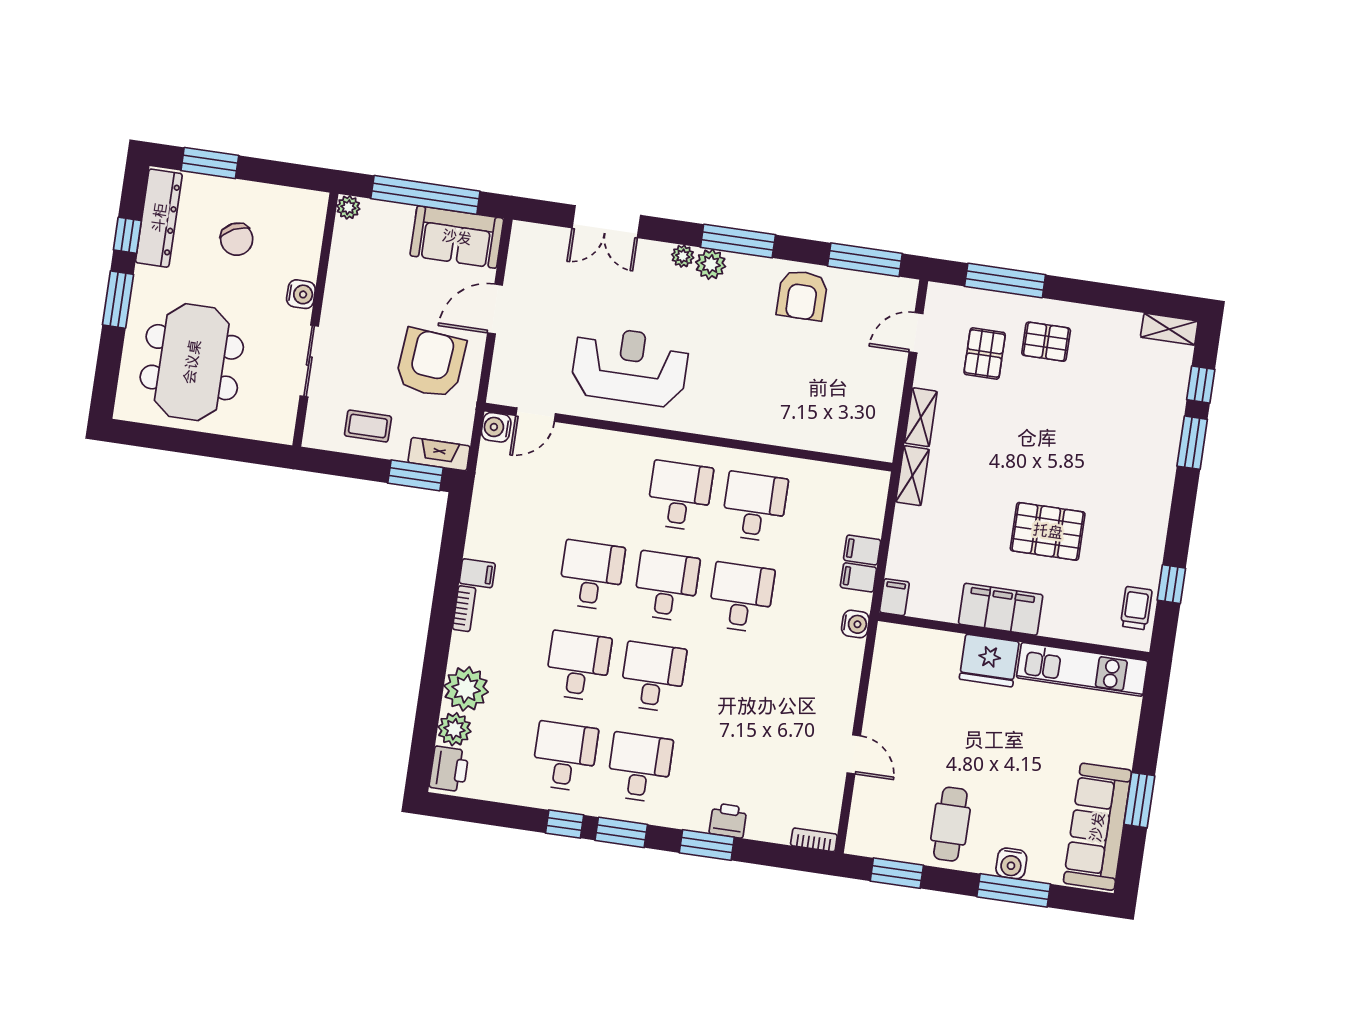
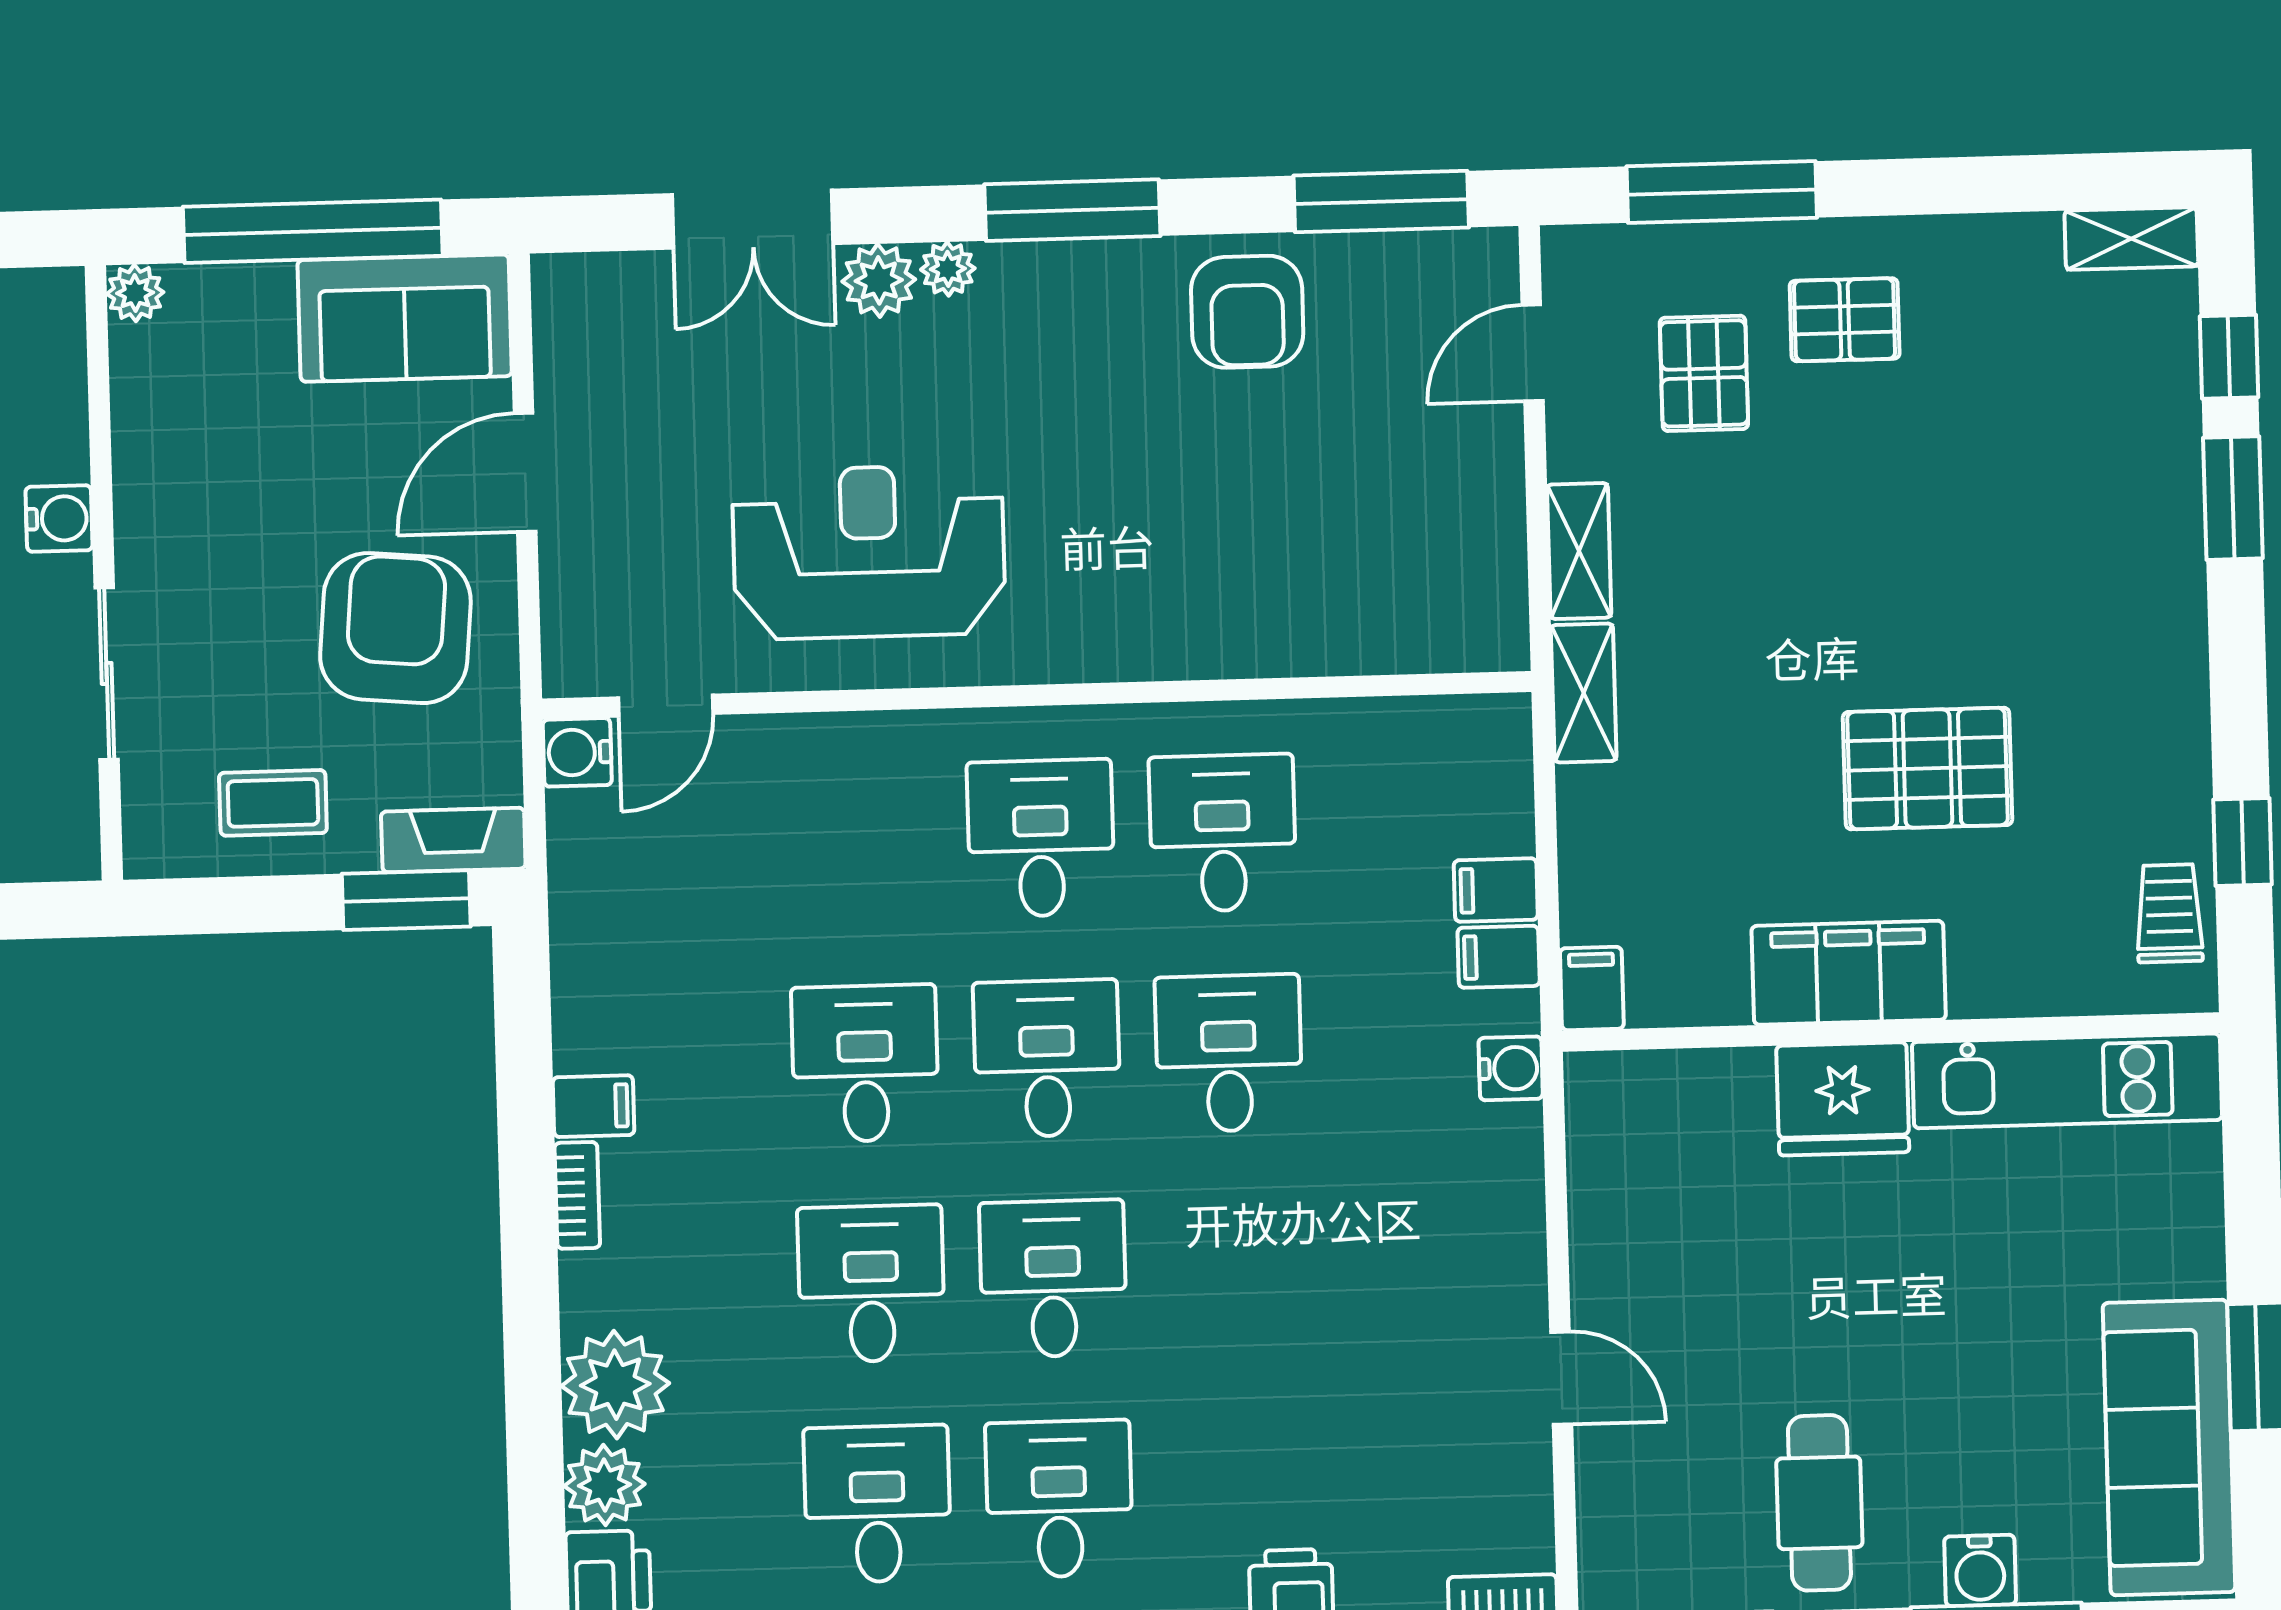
plant: (711, 264) -> (879, 280), moved

